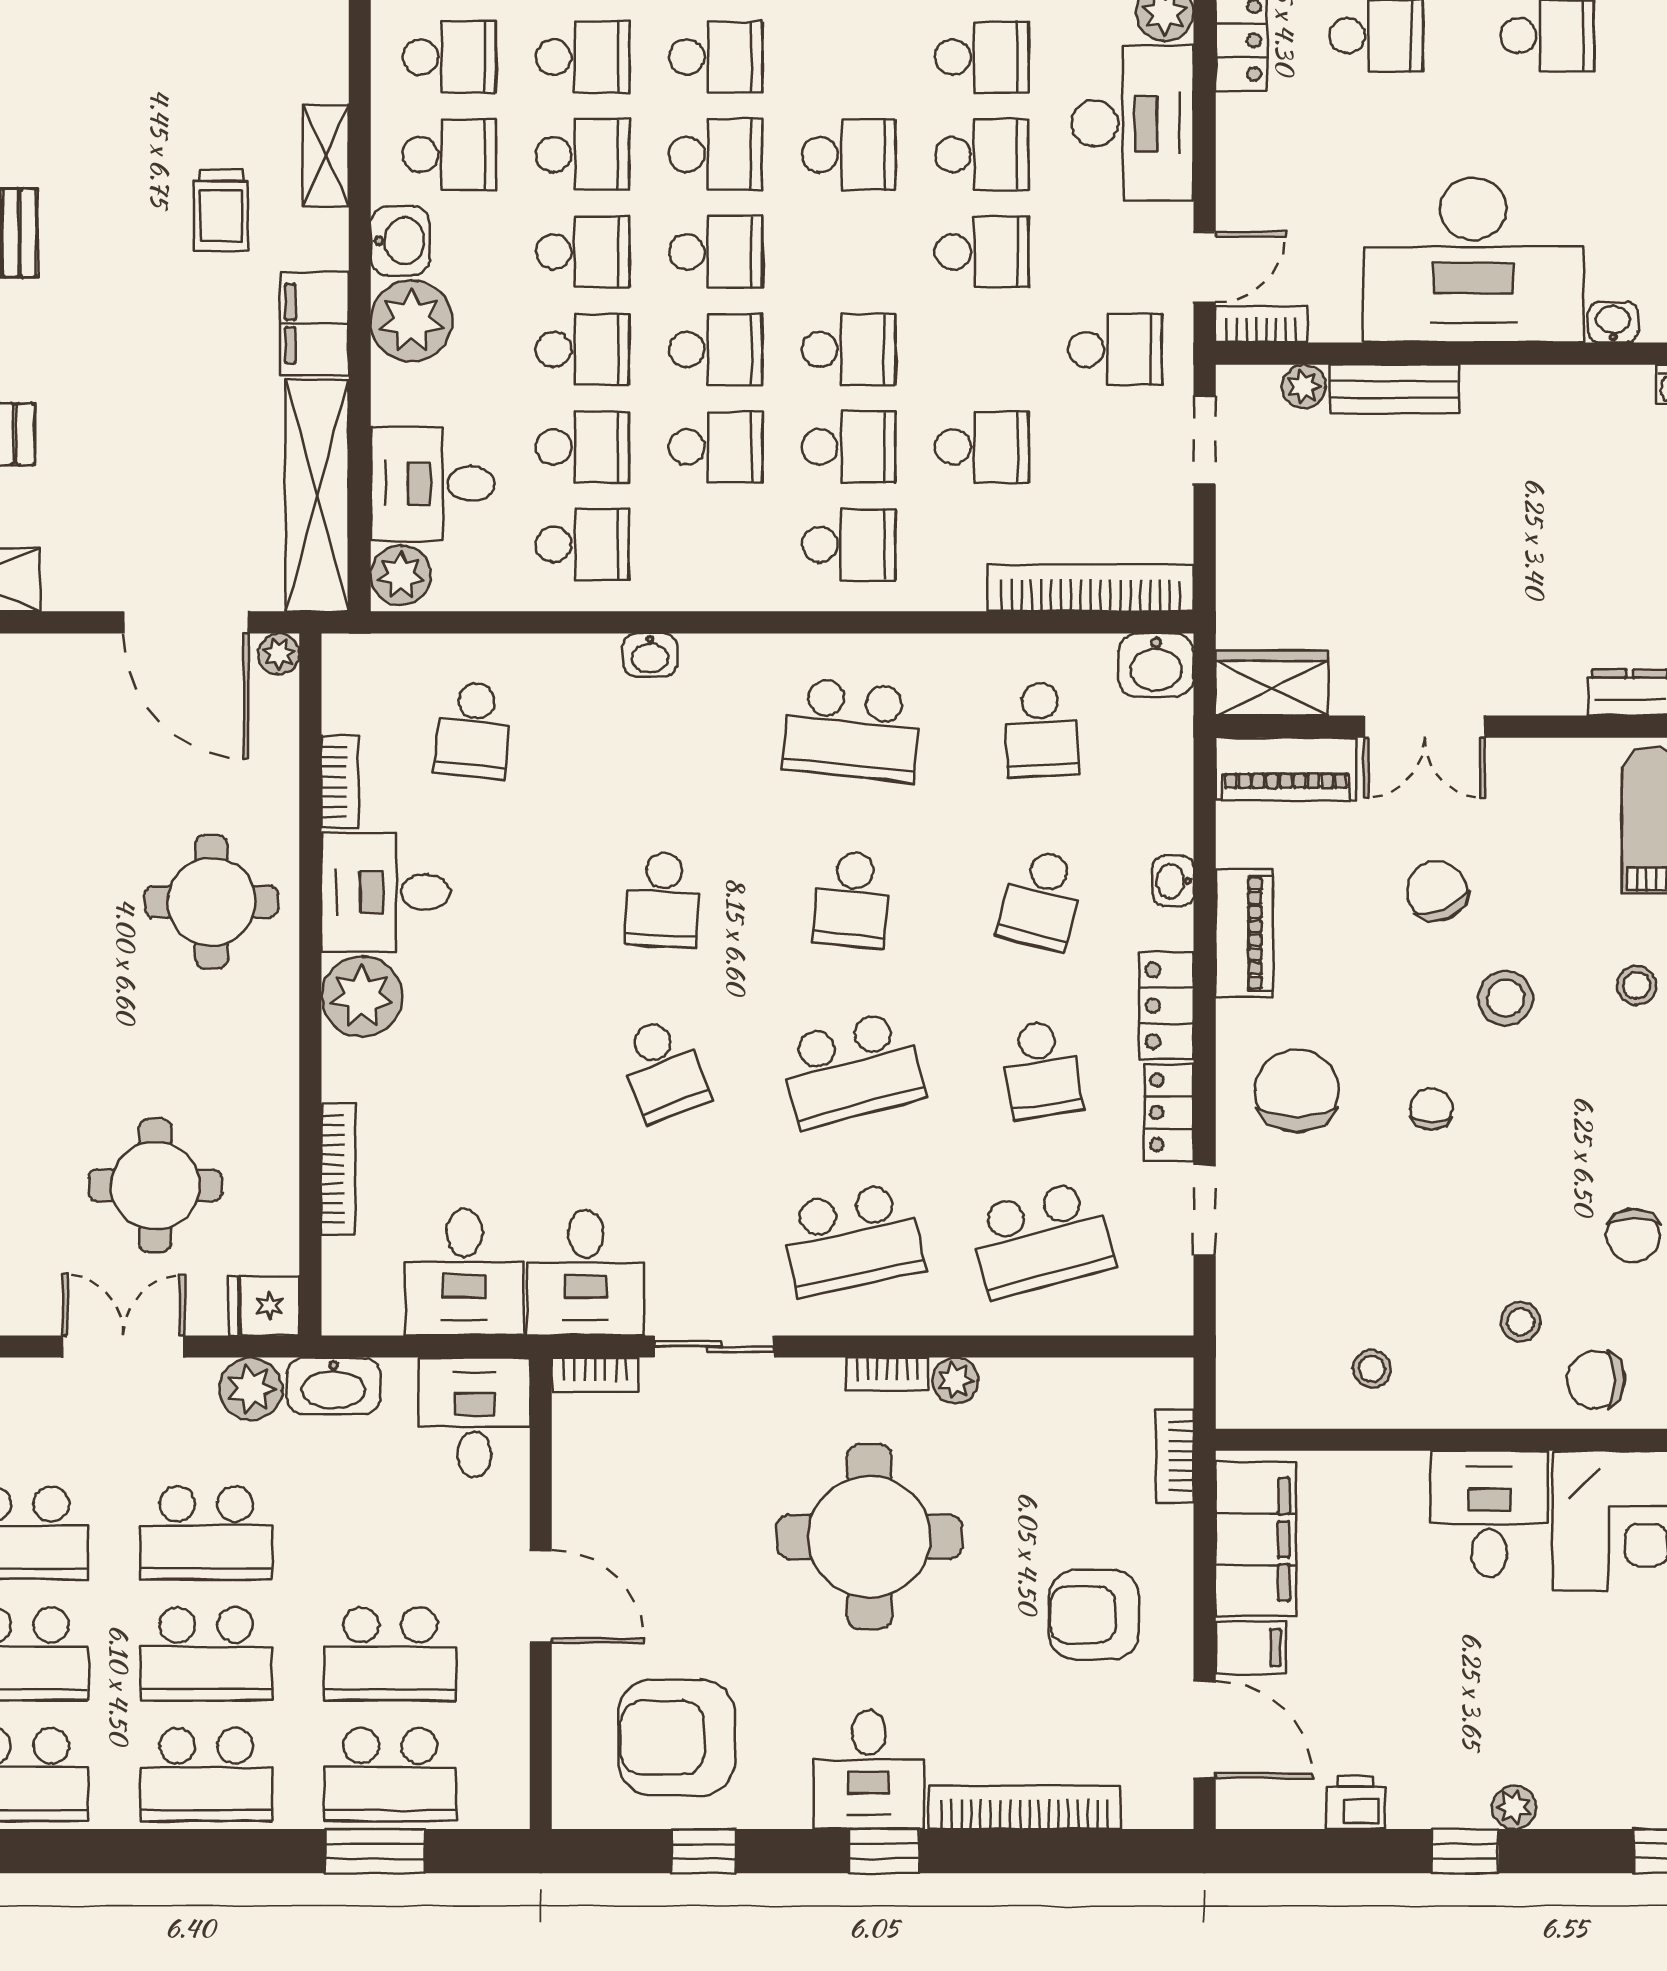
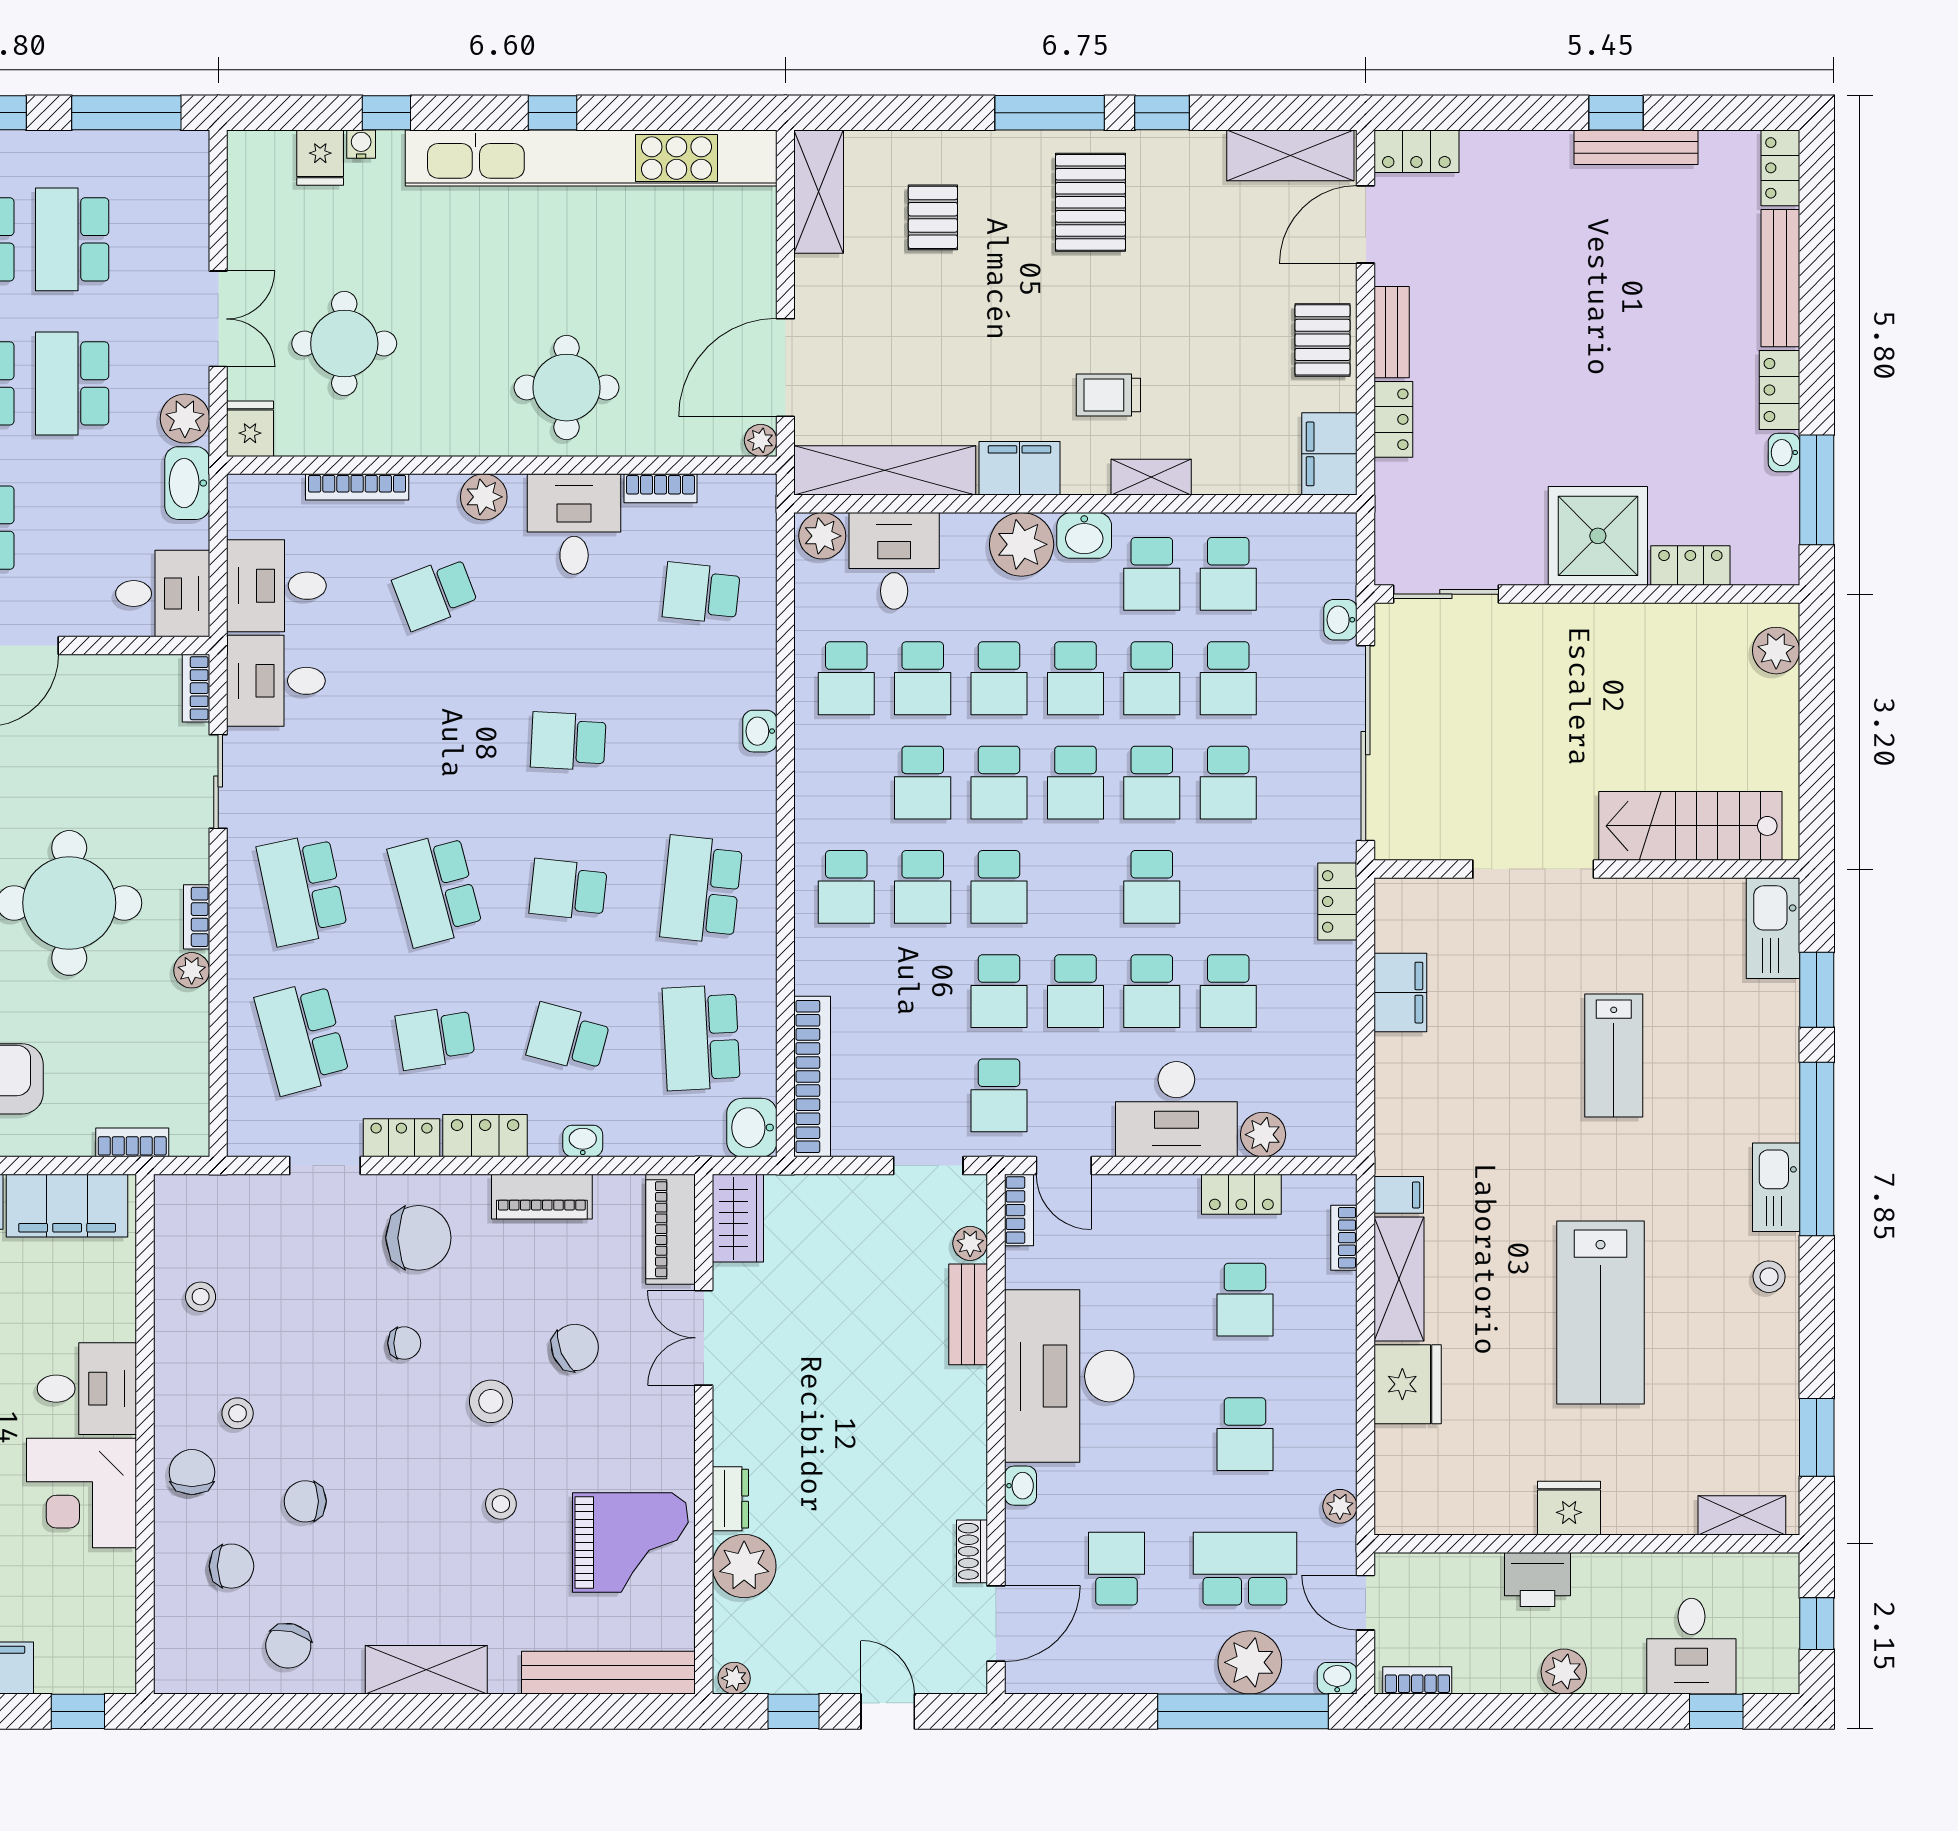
school desk: (982, 447) -> (999, 991), moved
school desk: (1041, 730) -> (701, 1038), width x1.85
plant: (362, 997) -> (484, 497), width x0.73, depth x0.73
school desk: (663, 1069) -> (435, 593), moved

